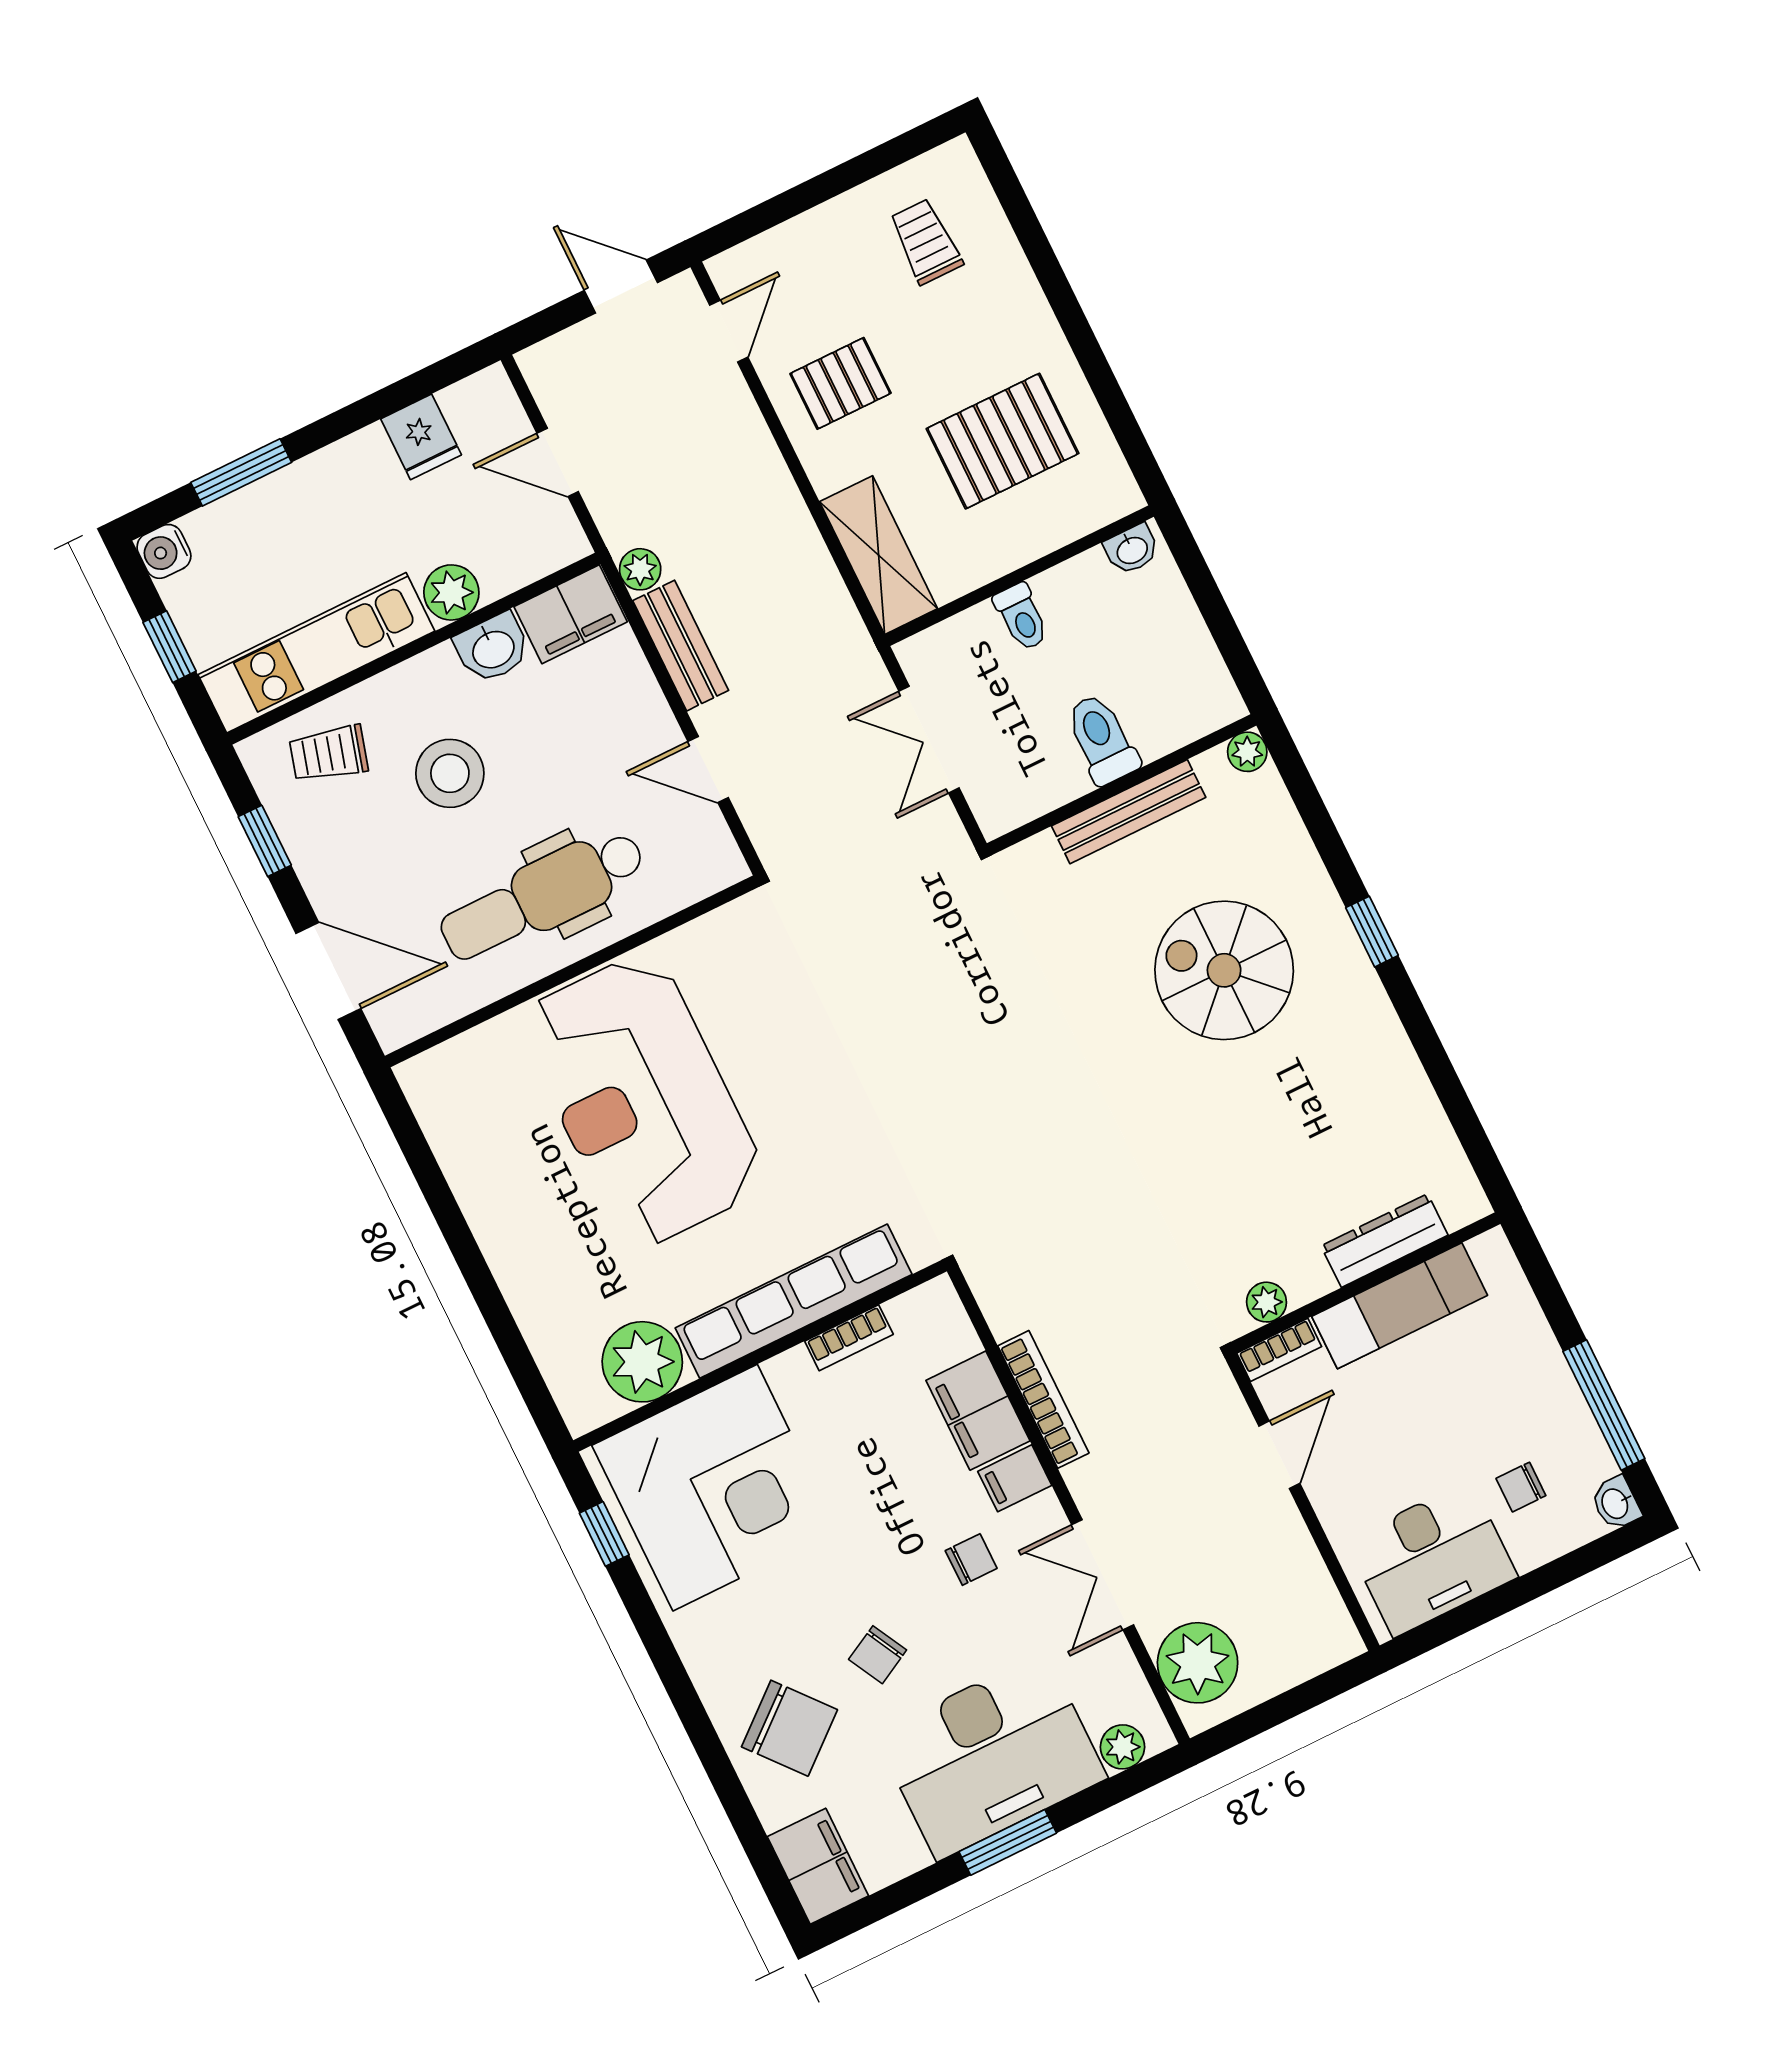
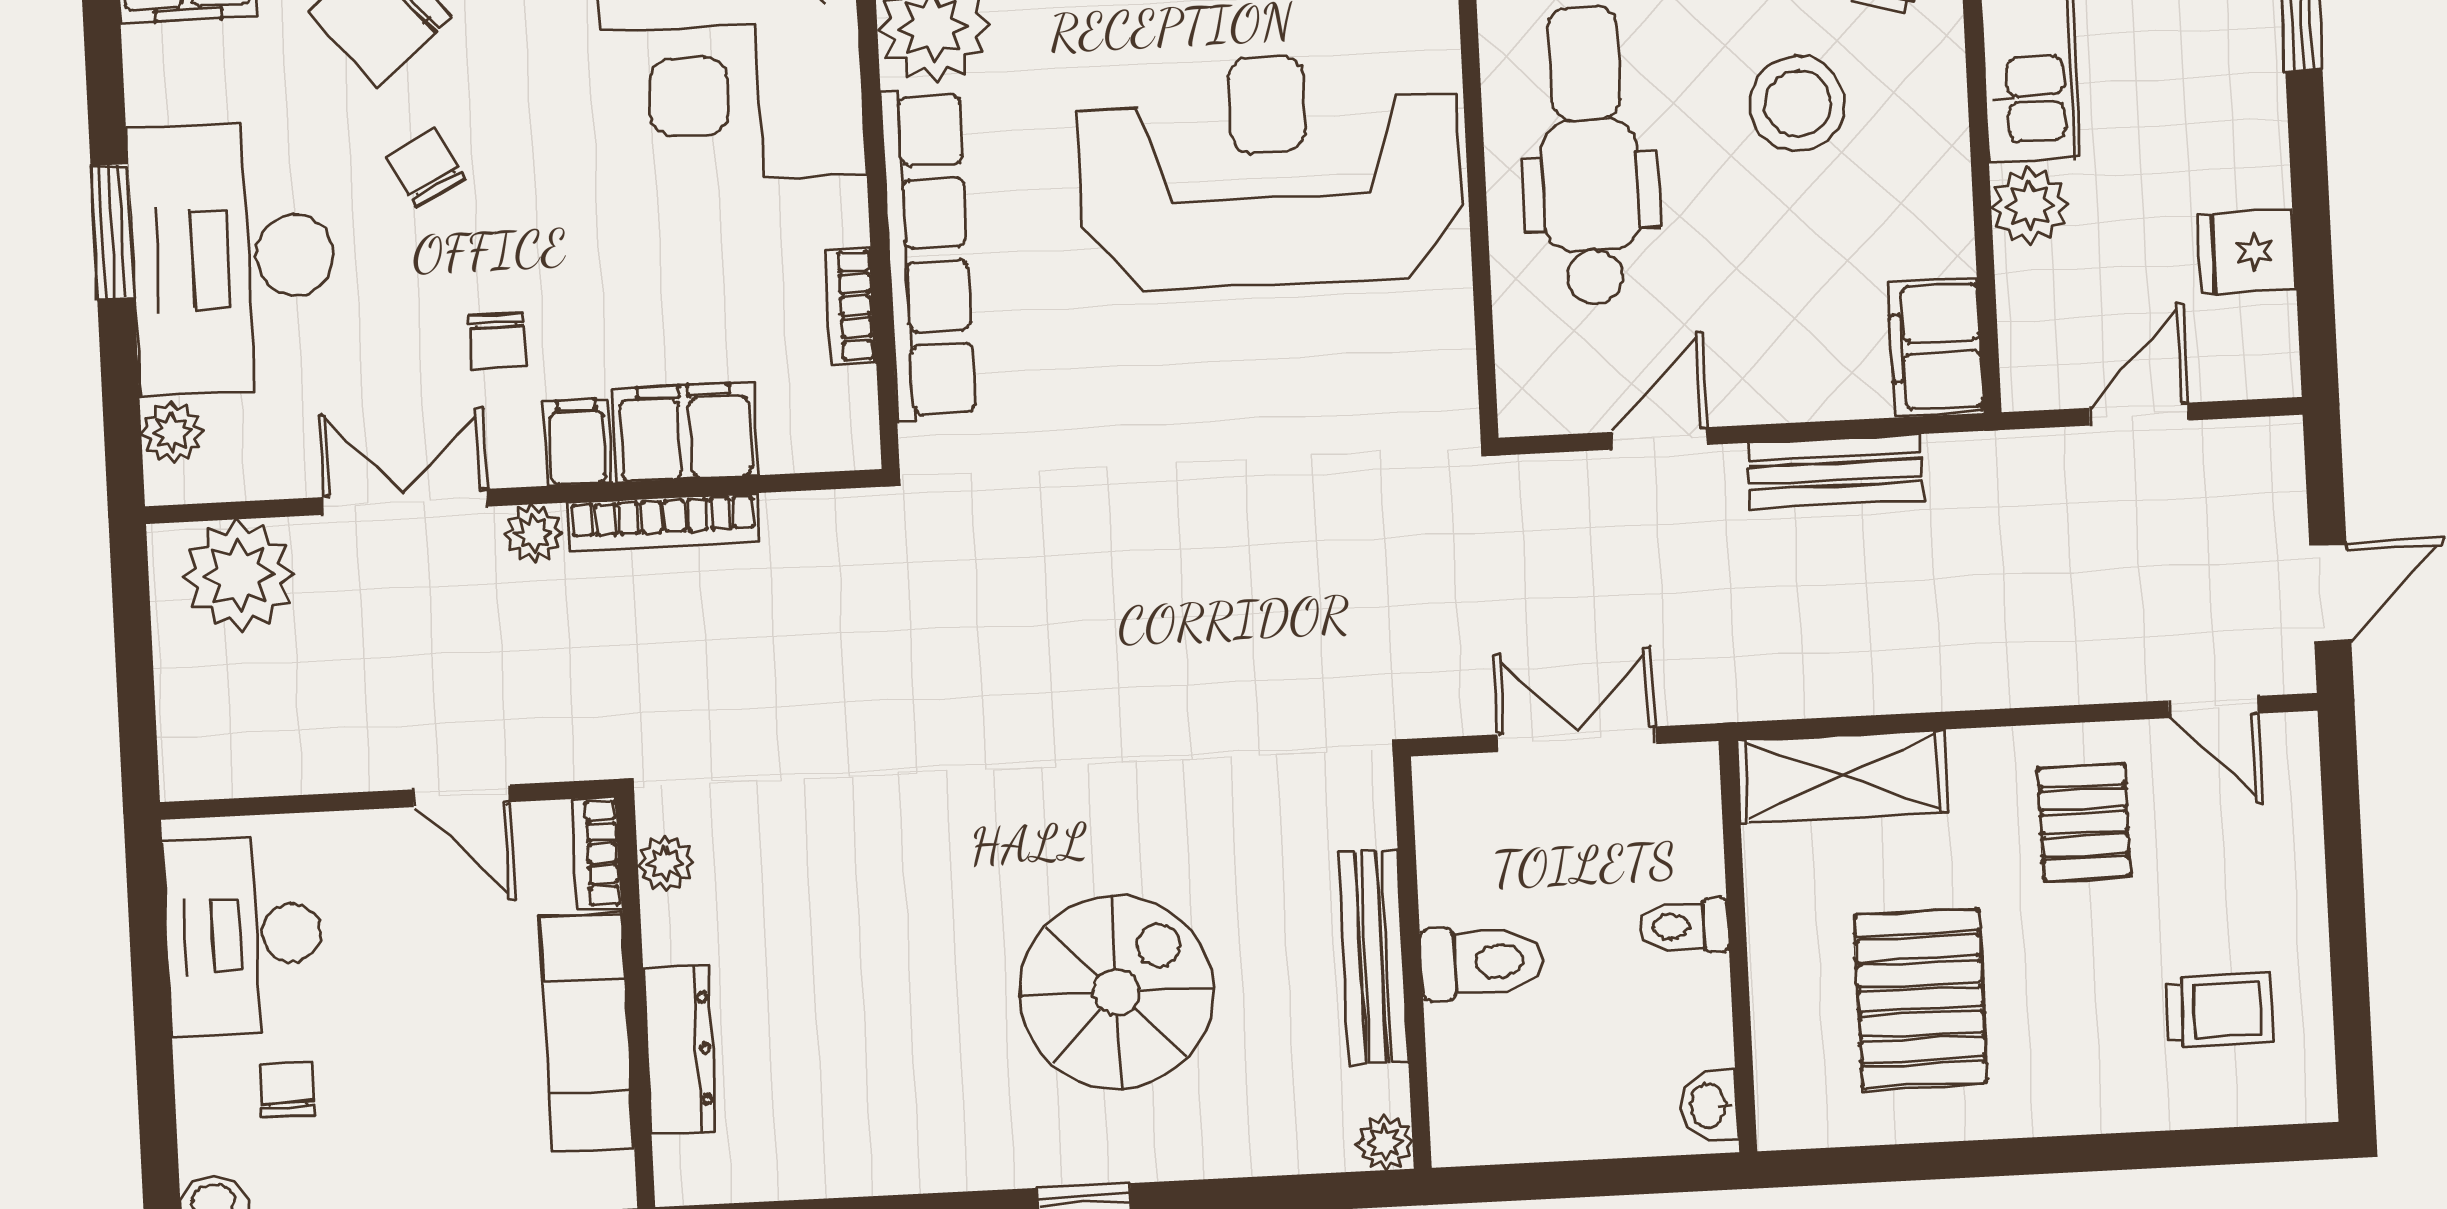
plant: (640, 569) -> (533, 533), moved
washbasin: (493, 648) -> (1935, 228), removed

